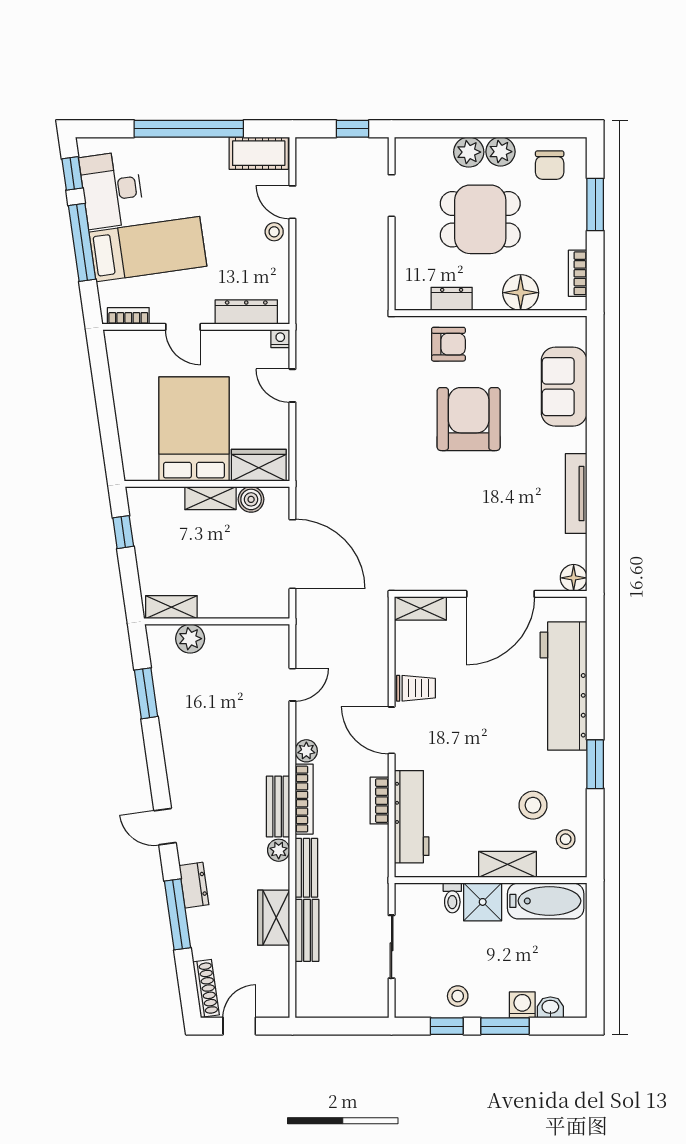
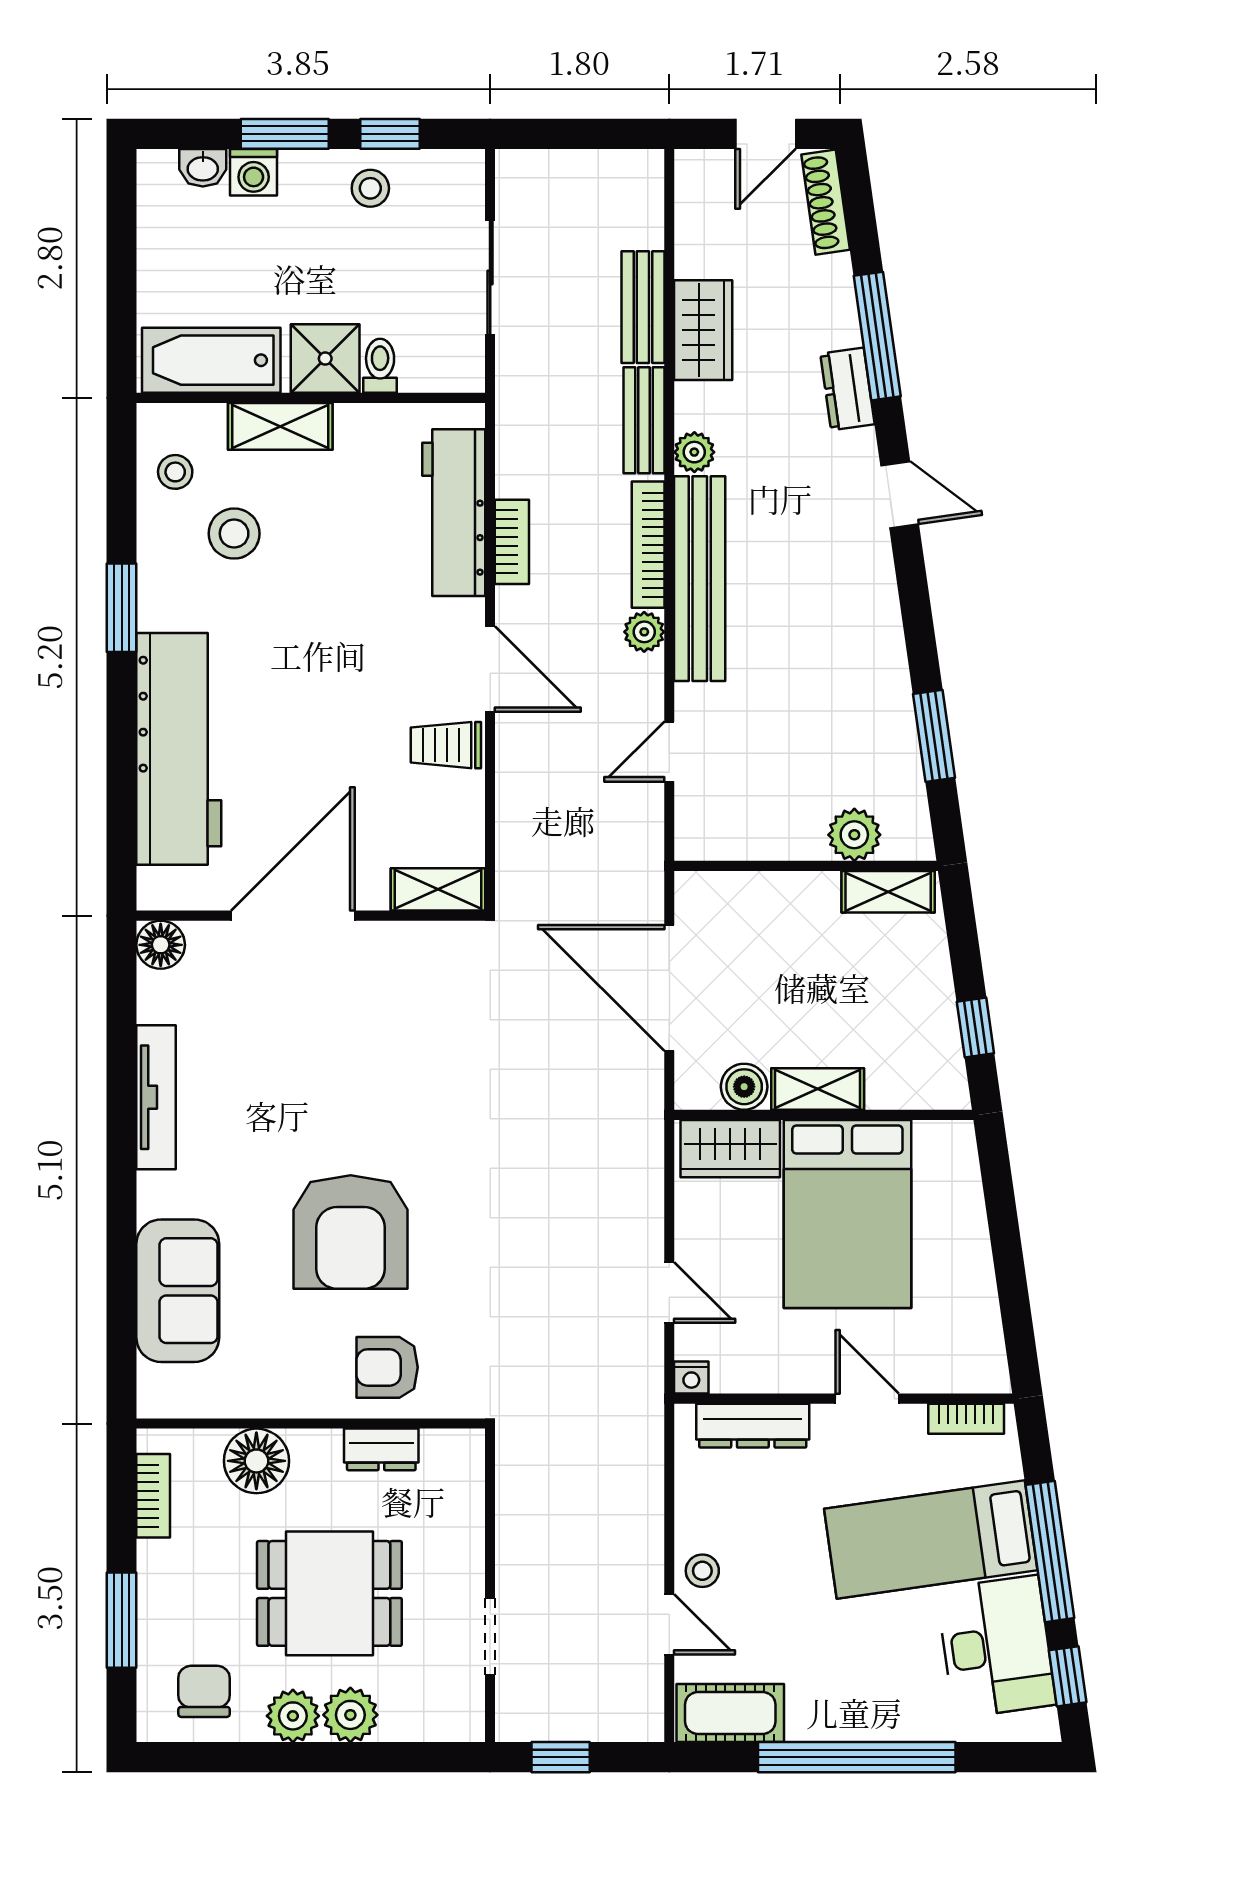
bench: (278, 807) -> (700, 579), width x1.86, depth x1.21

